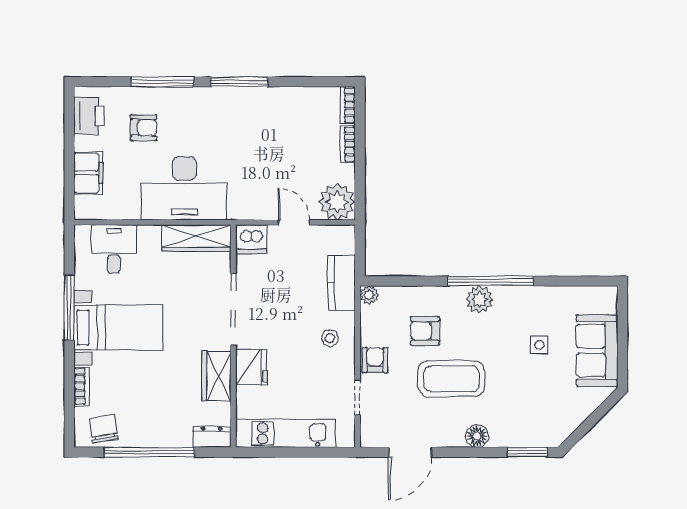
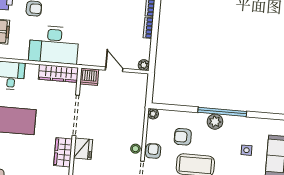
plant: (337, 202) -> (144, 65), width x0.53, depth x0.53
kitchen counter: (342, 283) -> (138, 106), removed
stool: (330, 338) -> (135, 149), moved

